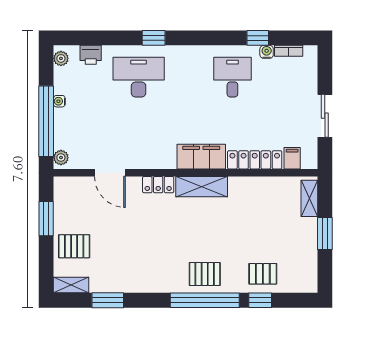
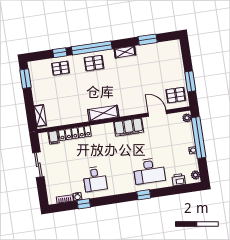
filing cabinet: (201, 157) -> (129, 127), moved
locker: (158, 185) -> (129, 111), removed
window: (325, 233) -> (25, 79), moved
pallet: (74, 246) -> (176, 95), moved
shelving: (71, 285) -> (125, 52), moved

